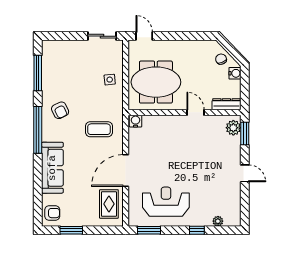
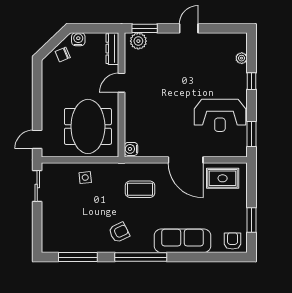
coffee table: (99, 129) -> (140, 189), turned 90
reception desk: (166, 202) -> (220, 115), turned -90

